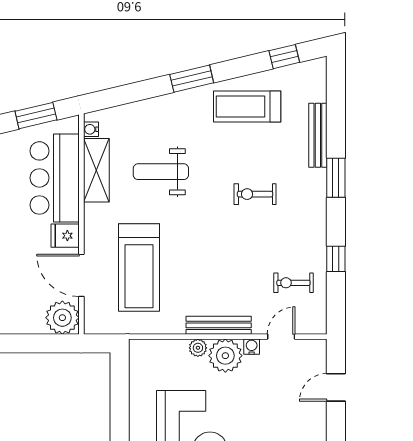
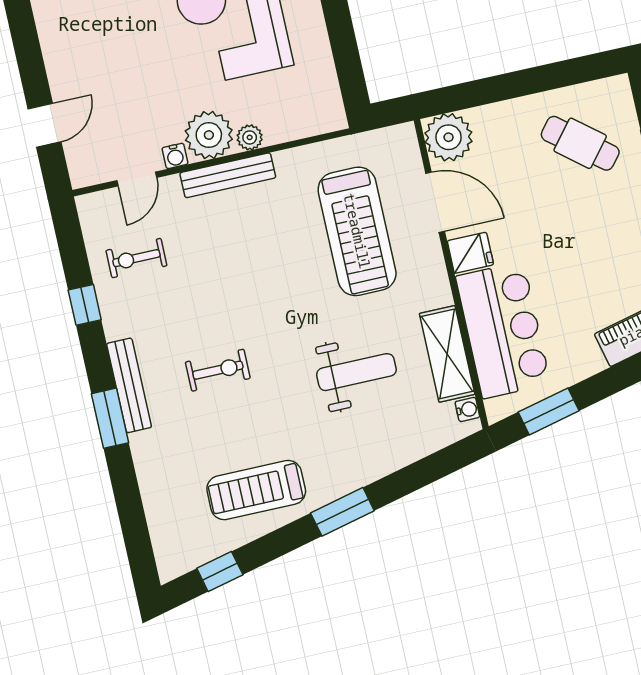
treadmill: (247, 107) -> (256, 490), turned 180
bench: (318, 135) -> (129, 385), moved
treadmill: (139, 267) -> (357, 231), turned 180
exercise bike: (293, 283) -> (136, 258), turned 180

